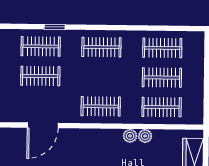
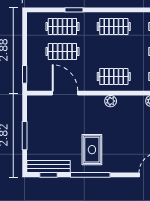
door: (43, 125) -> (65, 93), swing flipped
plant: (130, 136) -> (111, 101), moved

